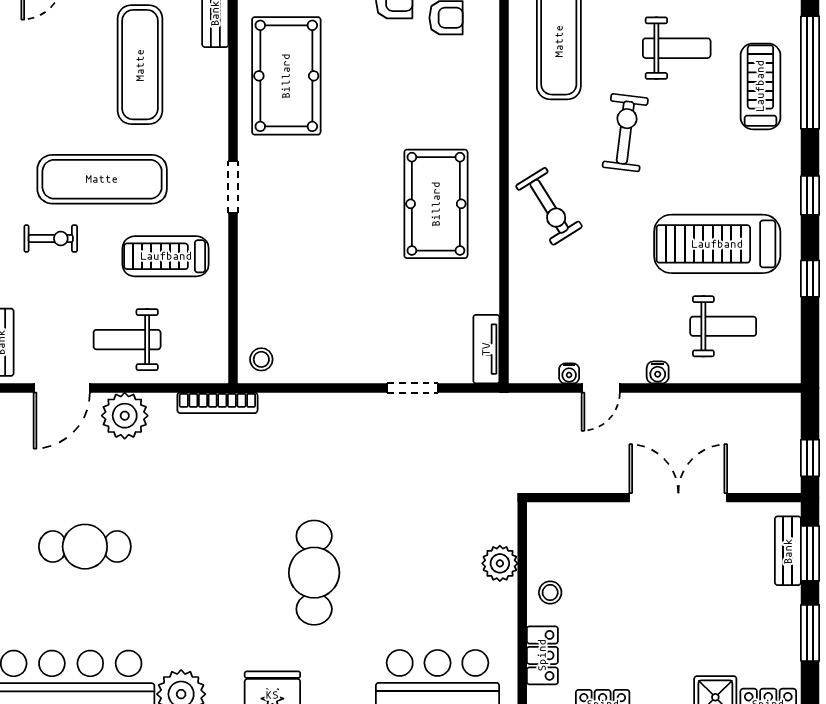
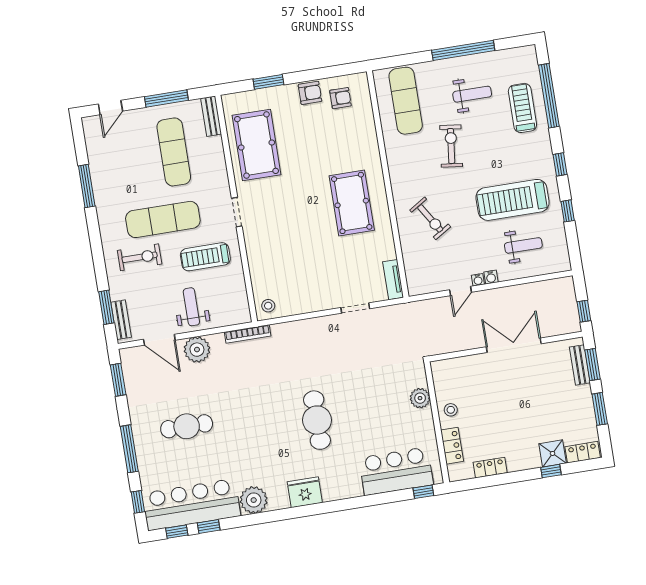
exercise bike: (549, 206) -> (430, 218), moved
exercise bike: (51, 239) -> (140, 257), width x1.38, depth x1.39
weight bench: (127, 340) -> (191, 307), turned 90
water cooler: (569, 373) -> (478, 280), moved
door: (62, 388) -> (159, 340), hinge flipped

